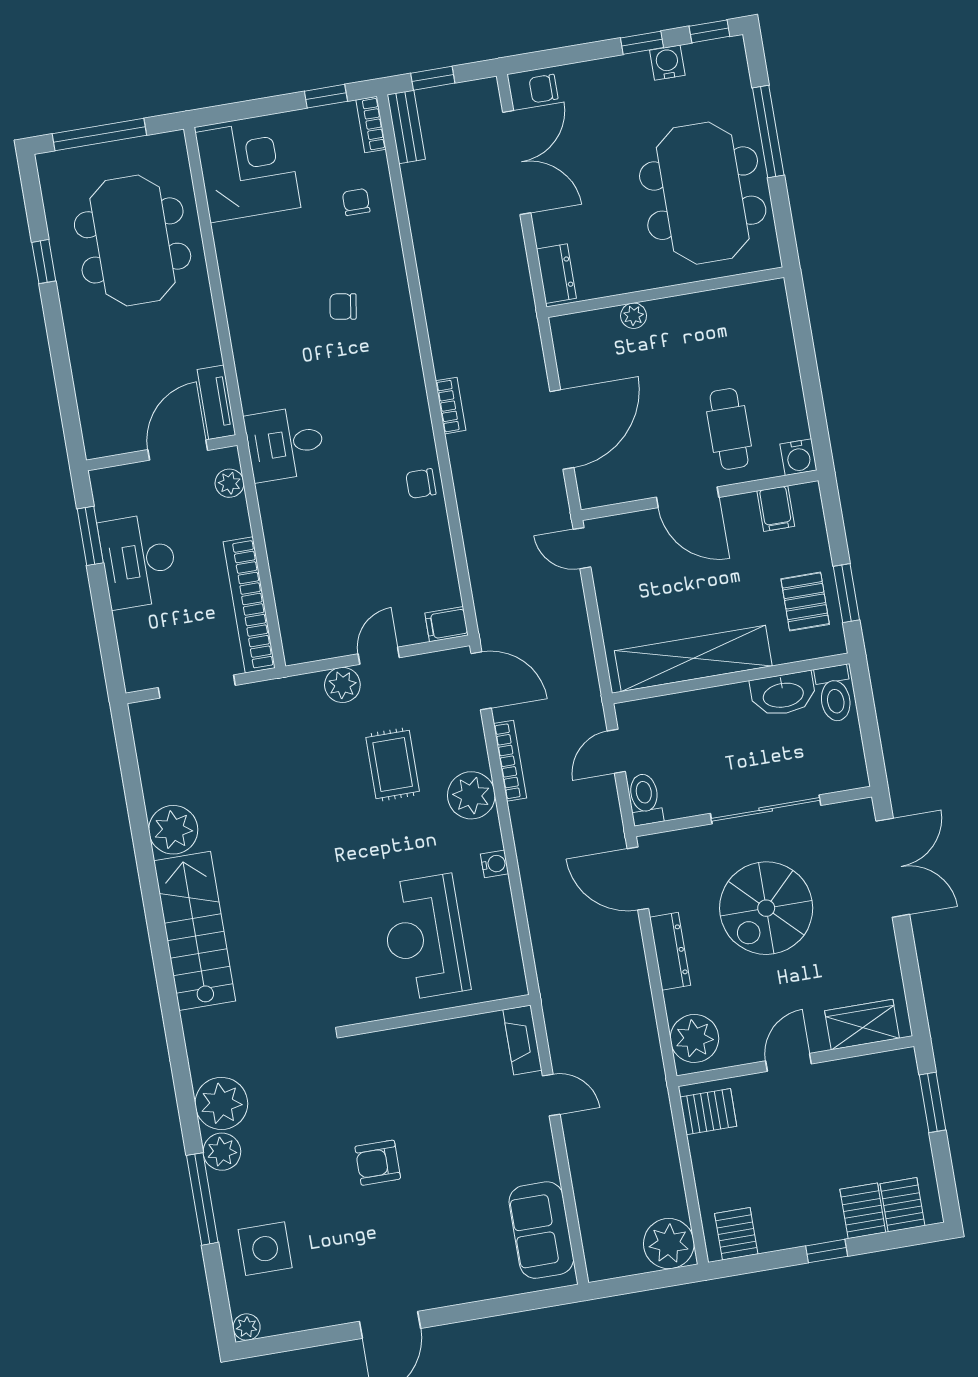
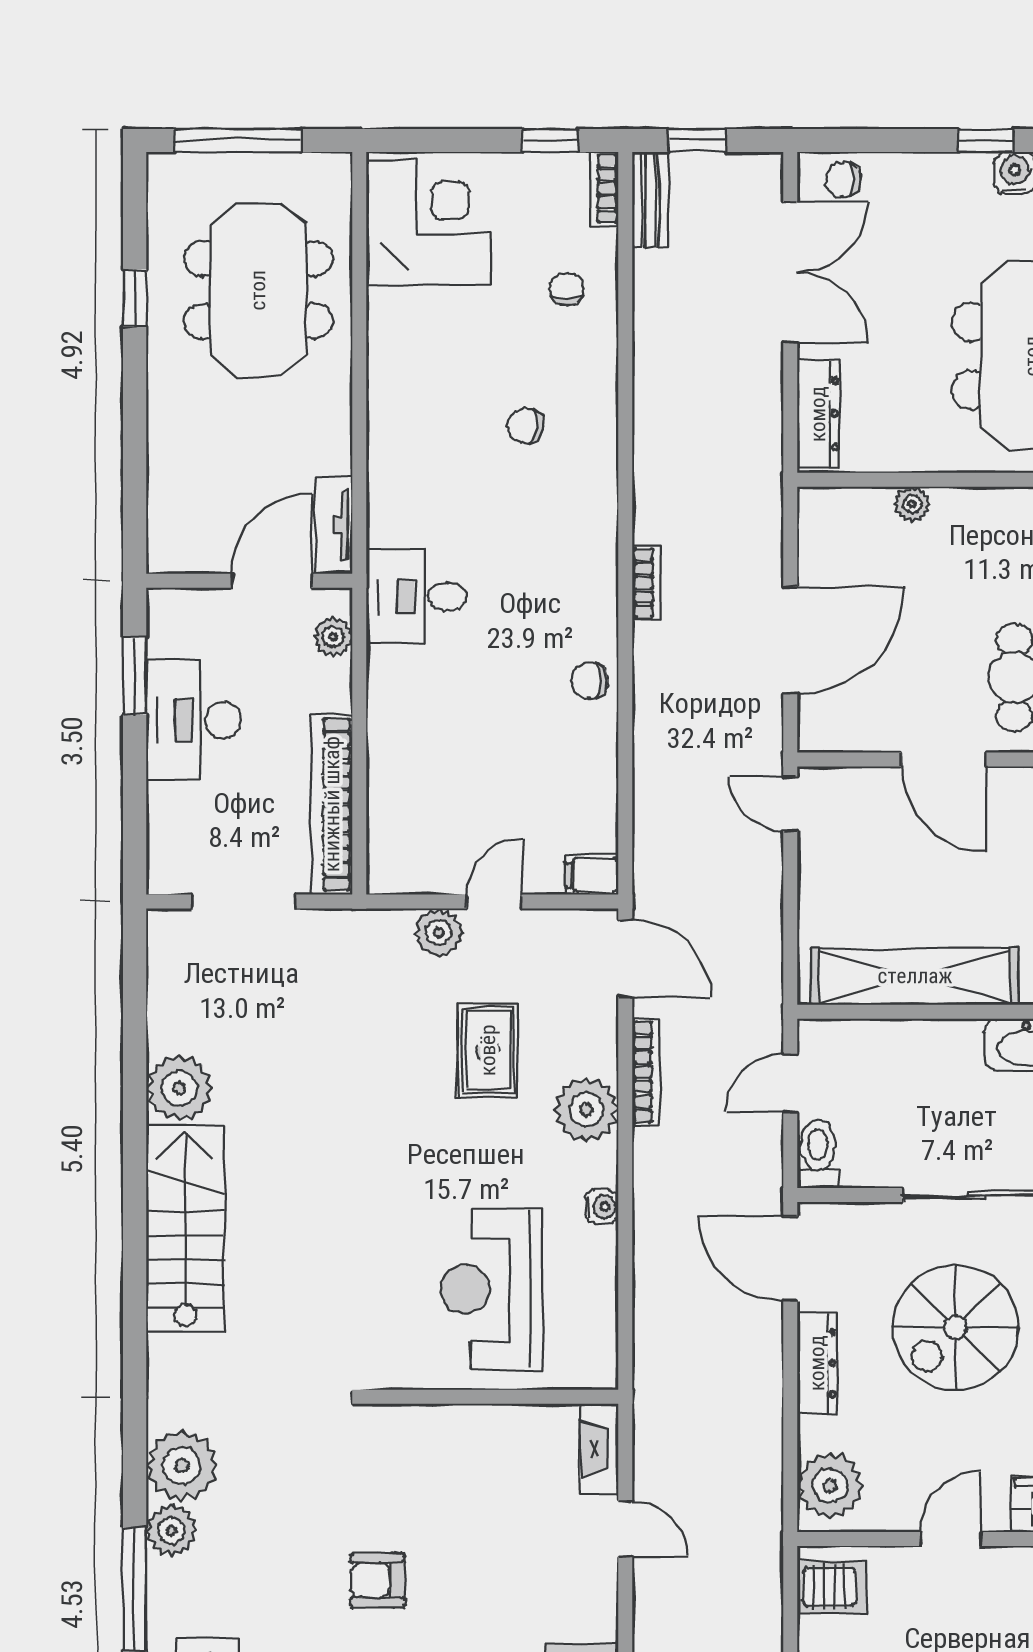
dresser: (556, 274) -> (818, 414), width x1.44

